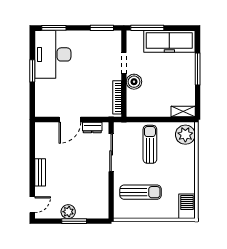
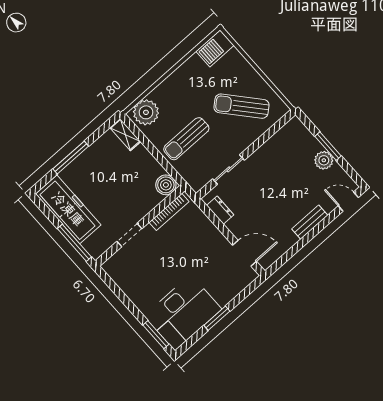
window: (102, 28) -> (114, 287), removed
boiler: (134, 82) -> (166, 185), moved
door: (70, 119) -> (244, 253), moved
sliding door: (111, 153) -> (229, 169), width x0.73
sun lounger: (141, 192) -> (242, 106), turned -41

